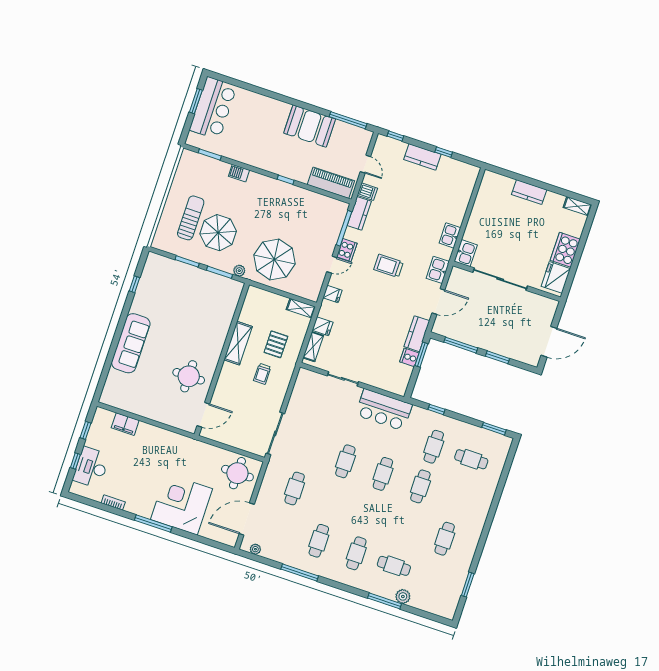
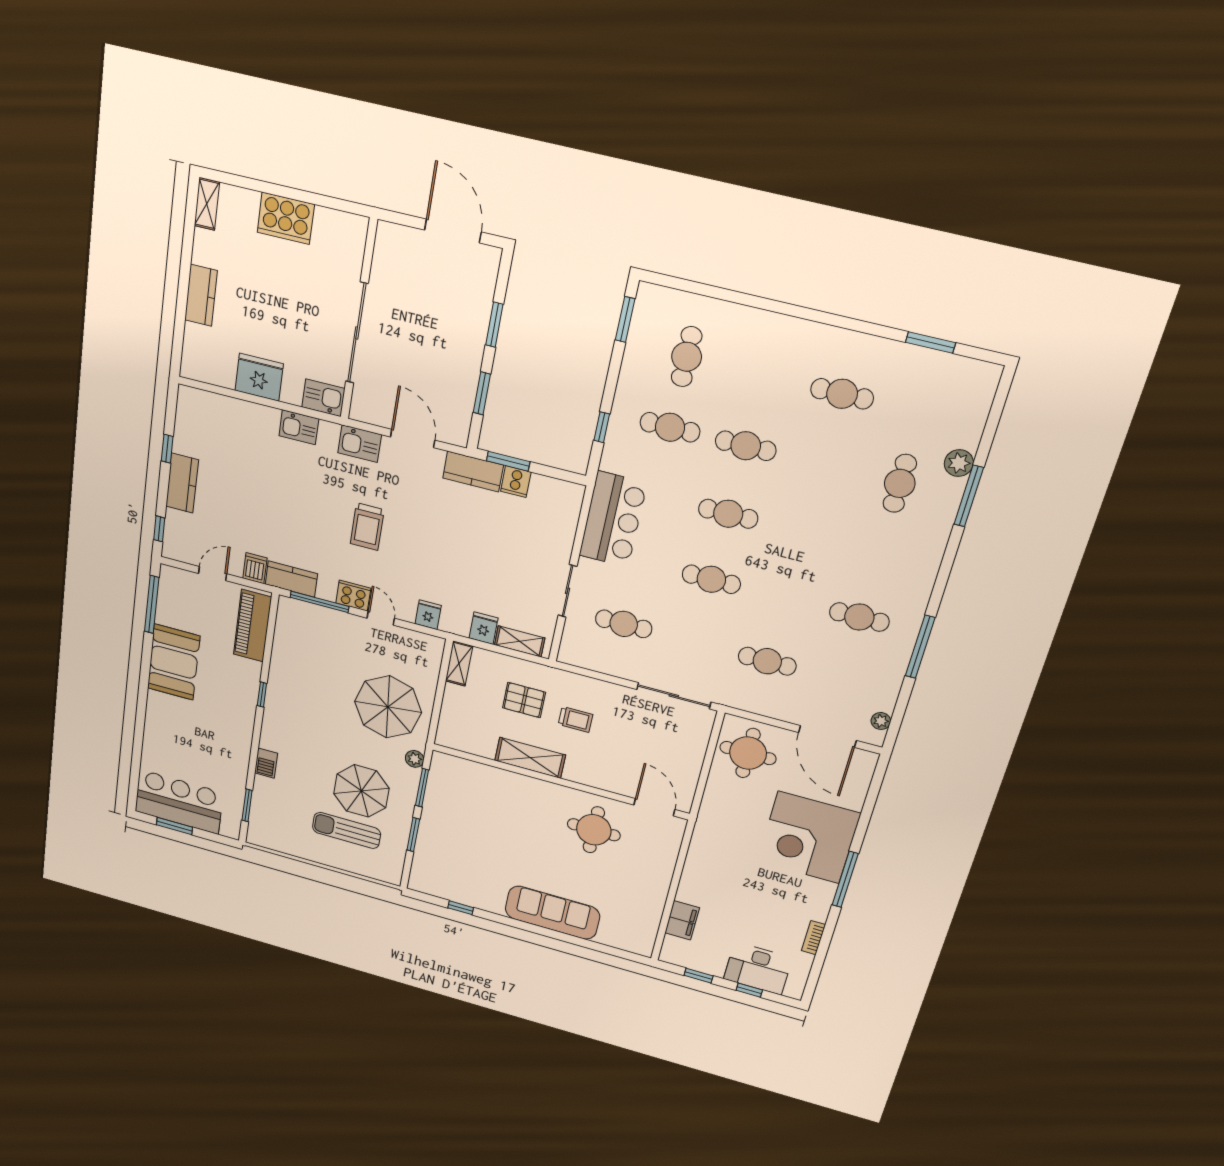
fridge: (556, 277) -> (259, 377), moved, turned 180
window: (461, 345) -> (482, 393), width x0.69
cafe table: (356, 553) -> (624, 624), moved

